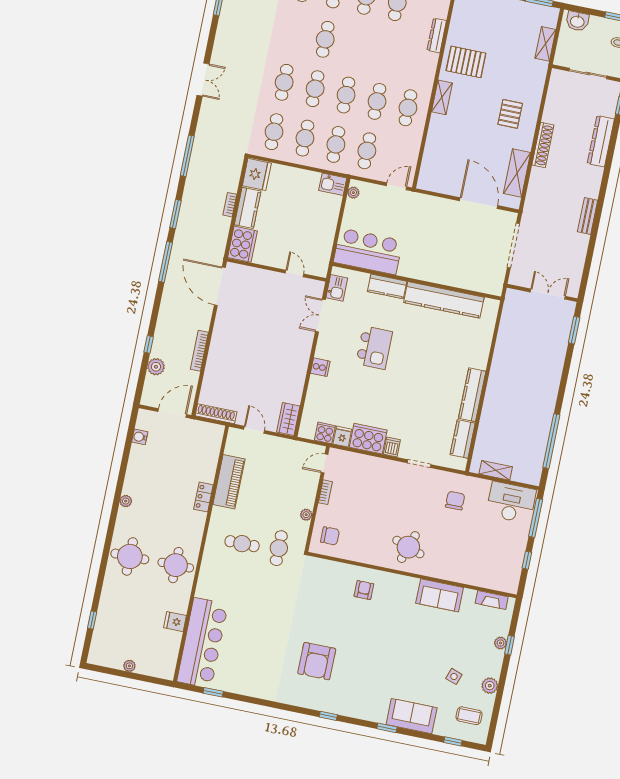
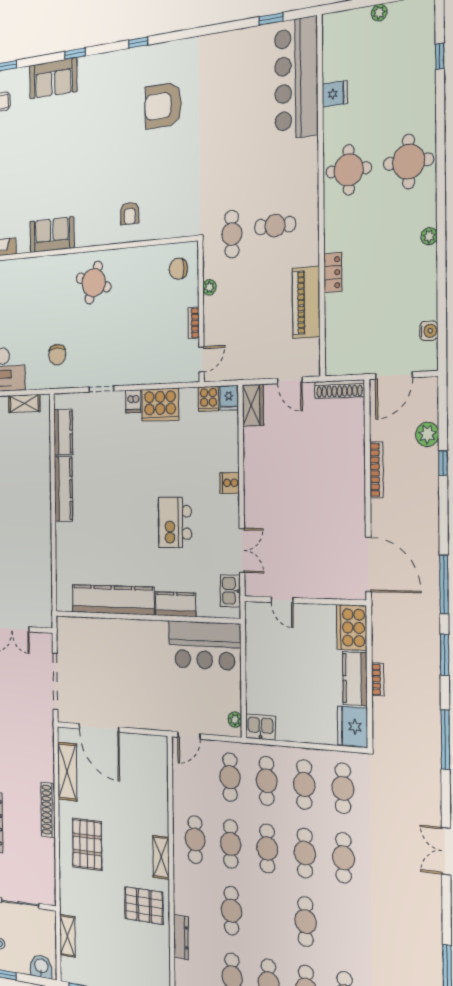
cafe table: (387, 52) -> (231, 911), added
pallet: (510, 114) -> (87, 844), width x1.50, depth x1.42
fridge: (342, 437) -> (229, 398), moved
armchair: (317, 661) -> (163, 106), turned -90
side table: (454, 676) -> (21, 143), removed

